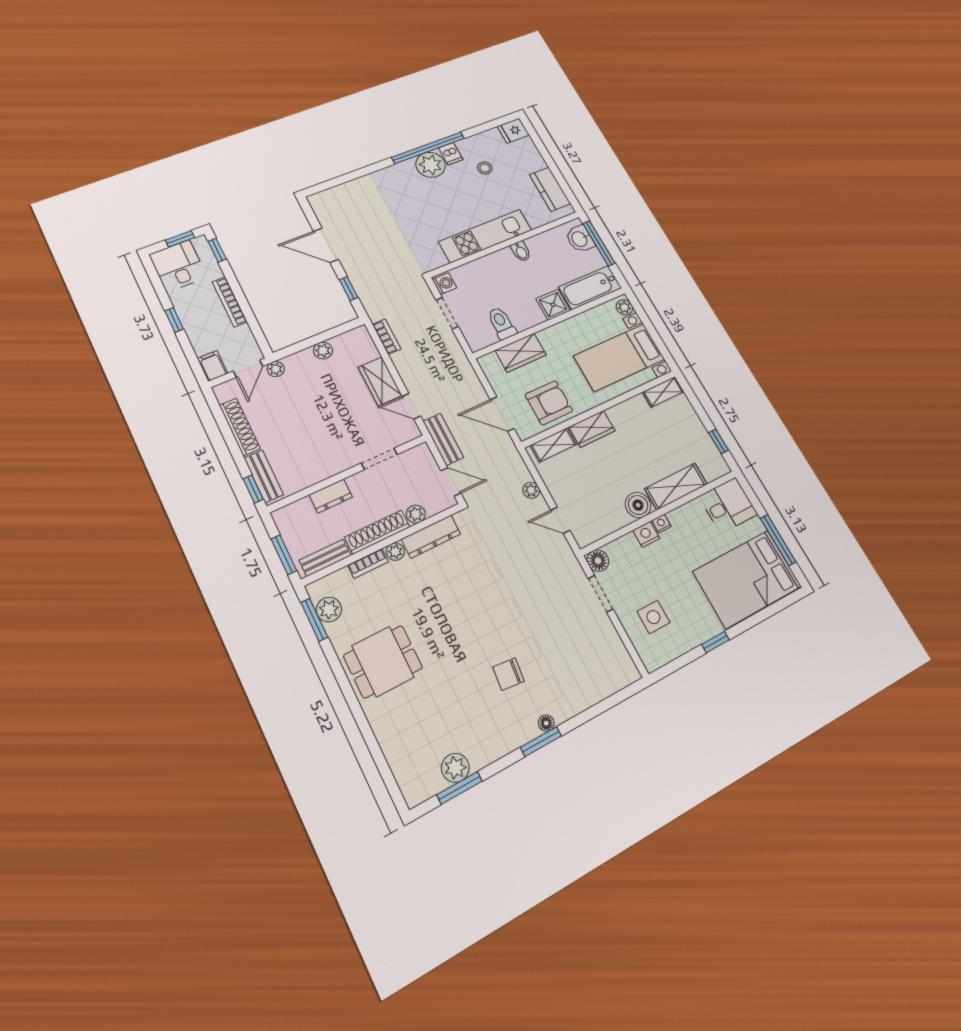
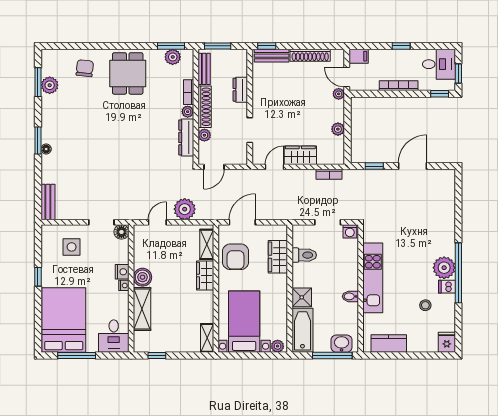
bench: (443, 439) -> (48, 202), moved, turned 90
plant: (531, 490) -> (185, 209), width x1.87, depth x1.87
chair: (509, 674) -> (85, 68), moved

